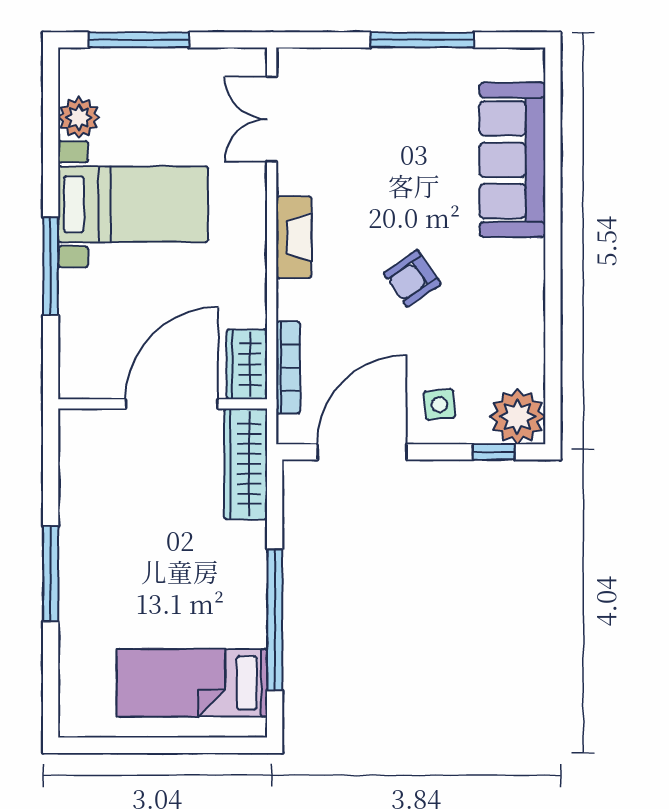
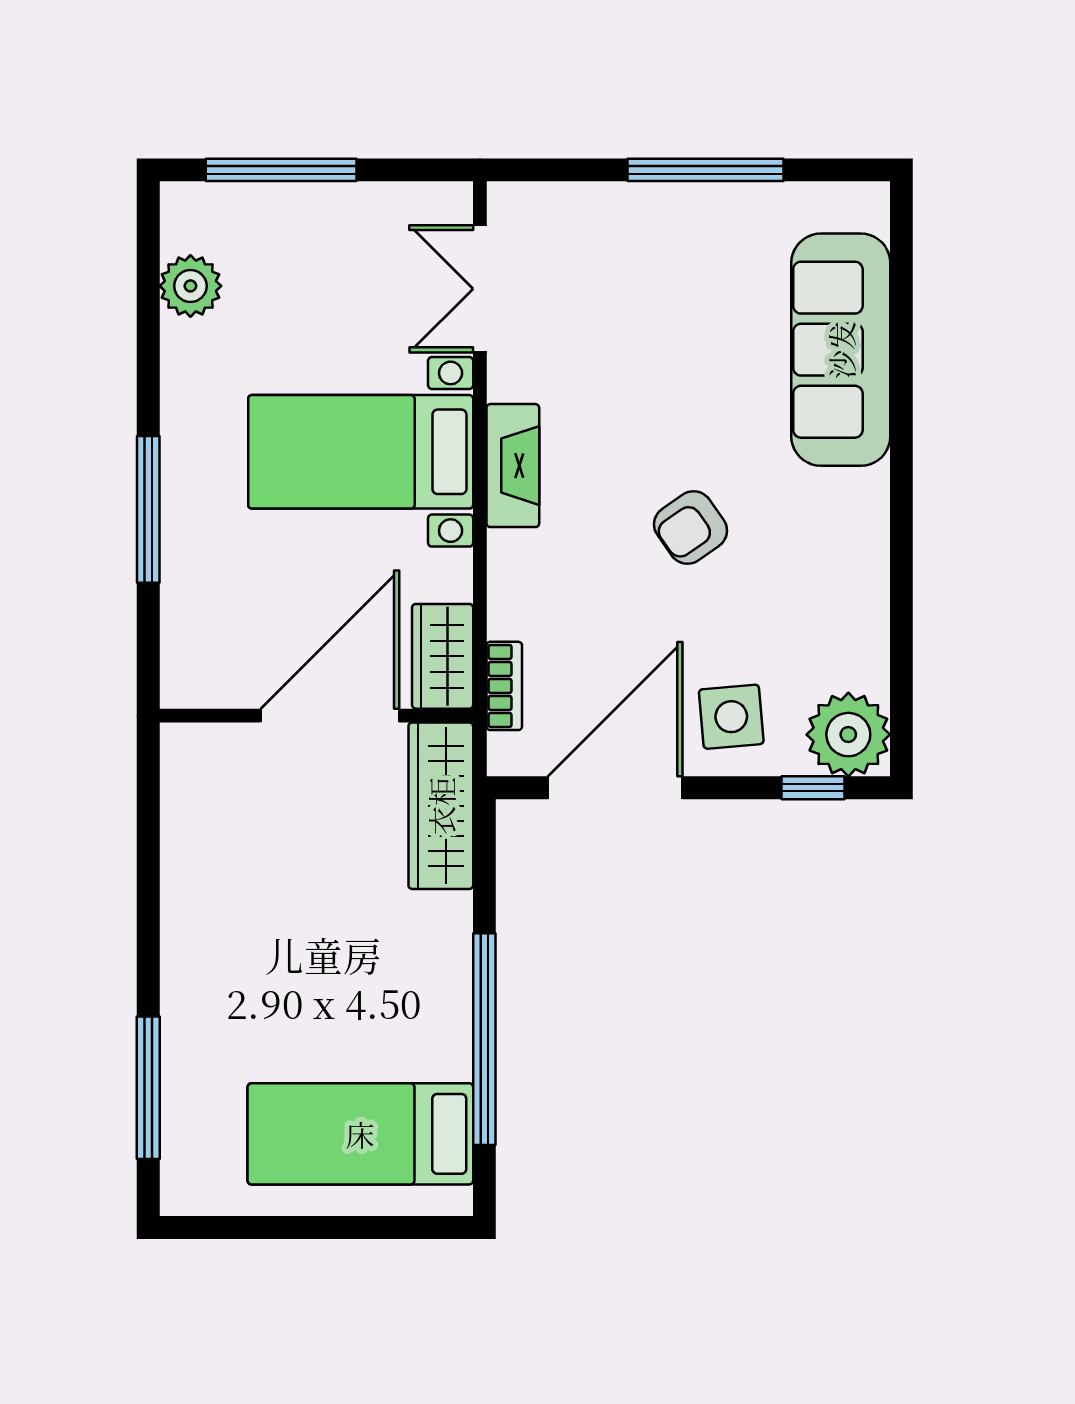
bed with nightstands: (133, 204) -> (361, 452), moved, turned 180
bookcase: (288, 367) -> (504, 686), width x0.64
side table: (439, 405) -> (731, 717), width x1.37, depth x1.37
window: (51, 574) -> (148, 1088), moved

